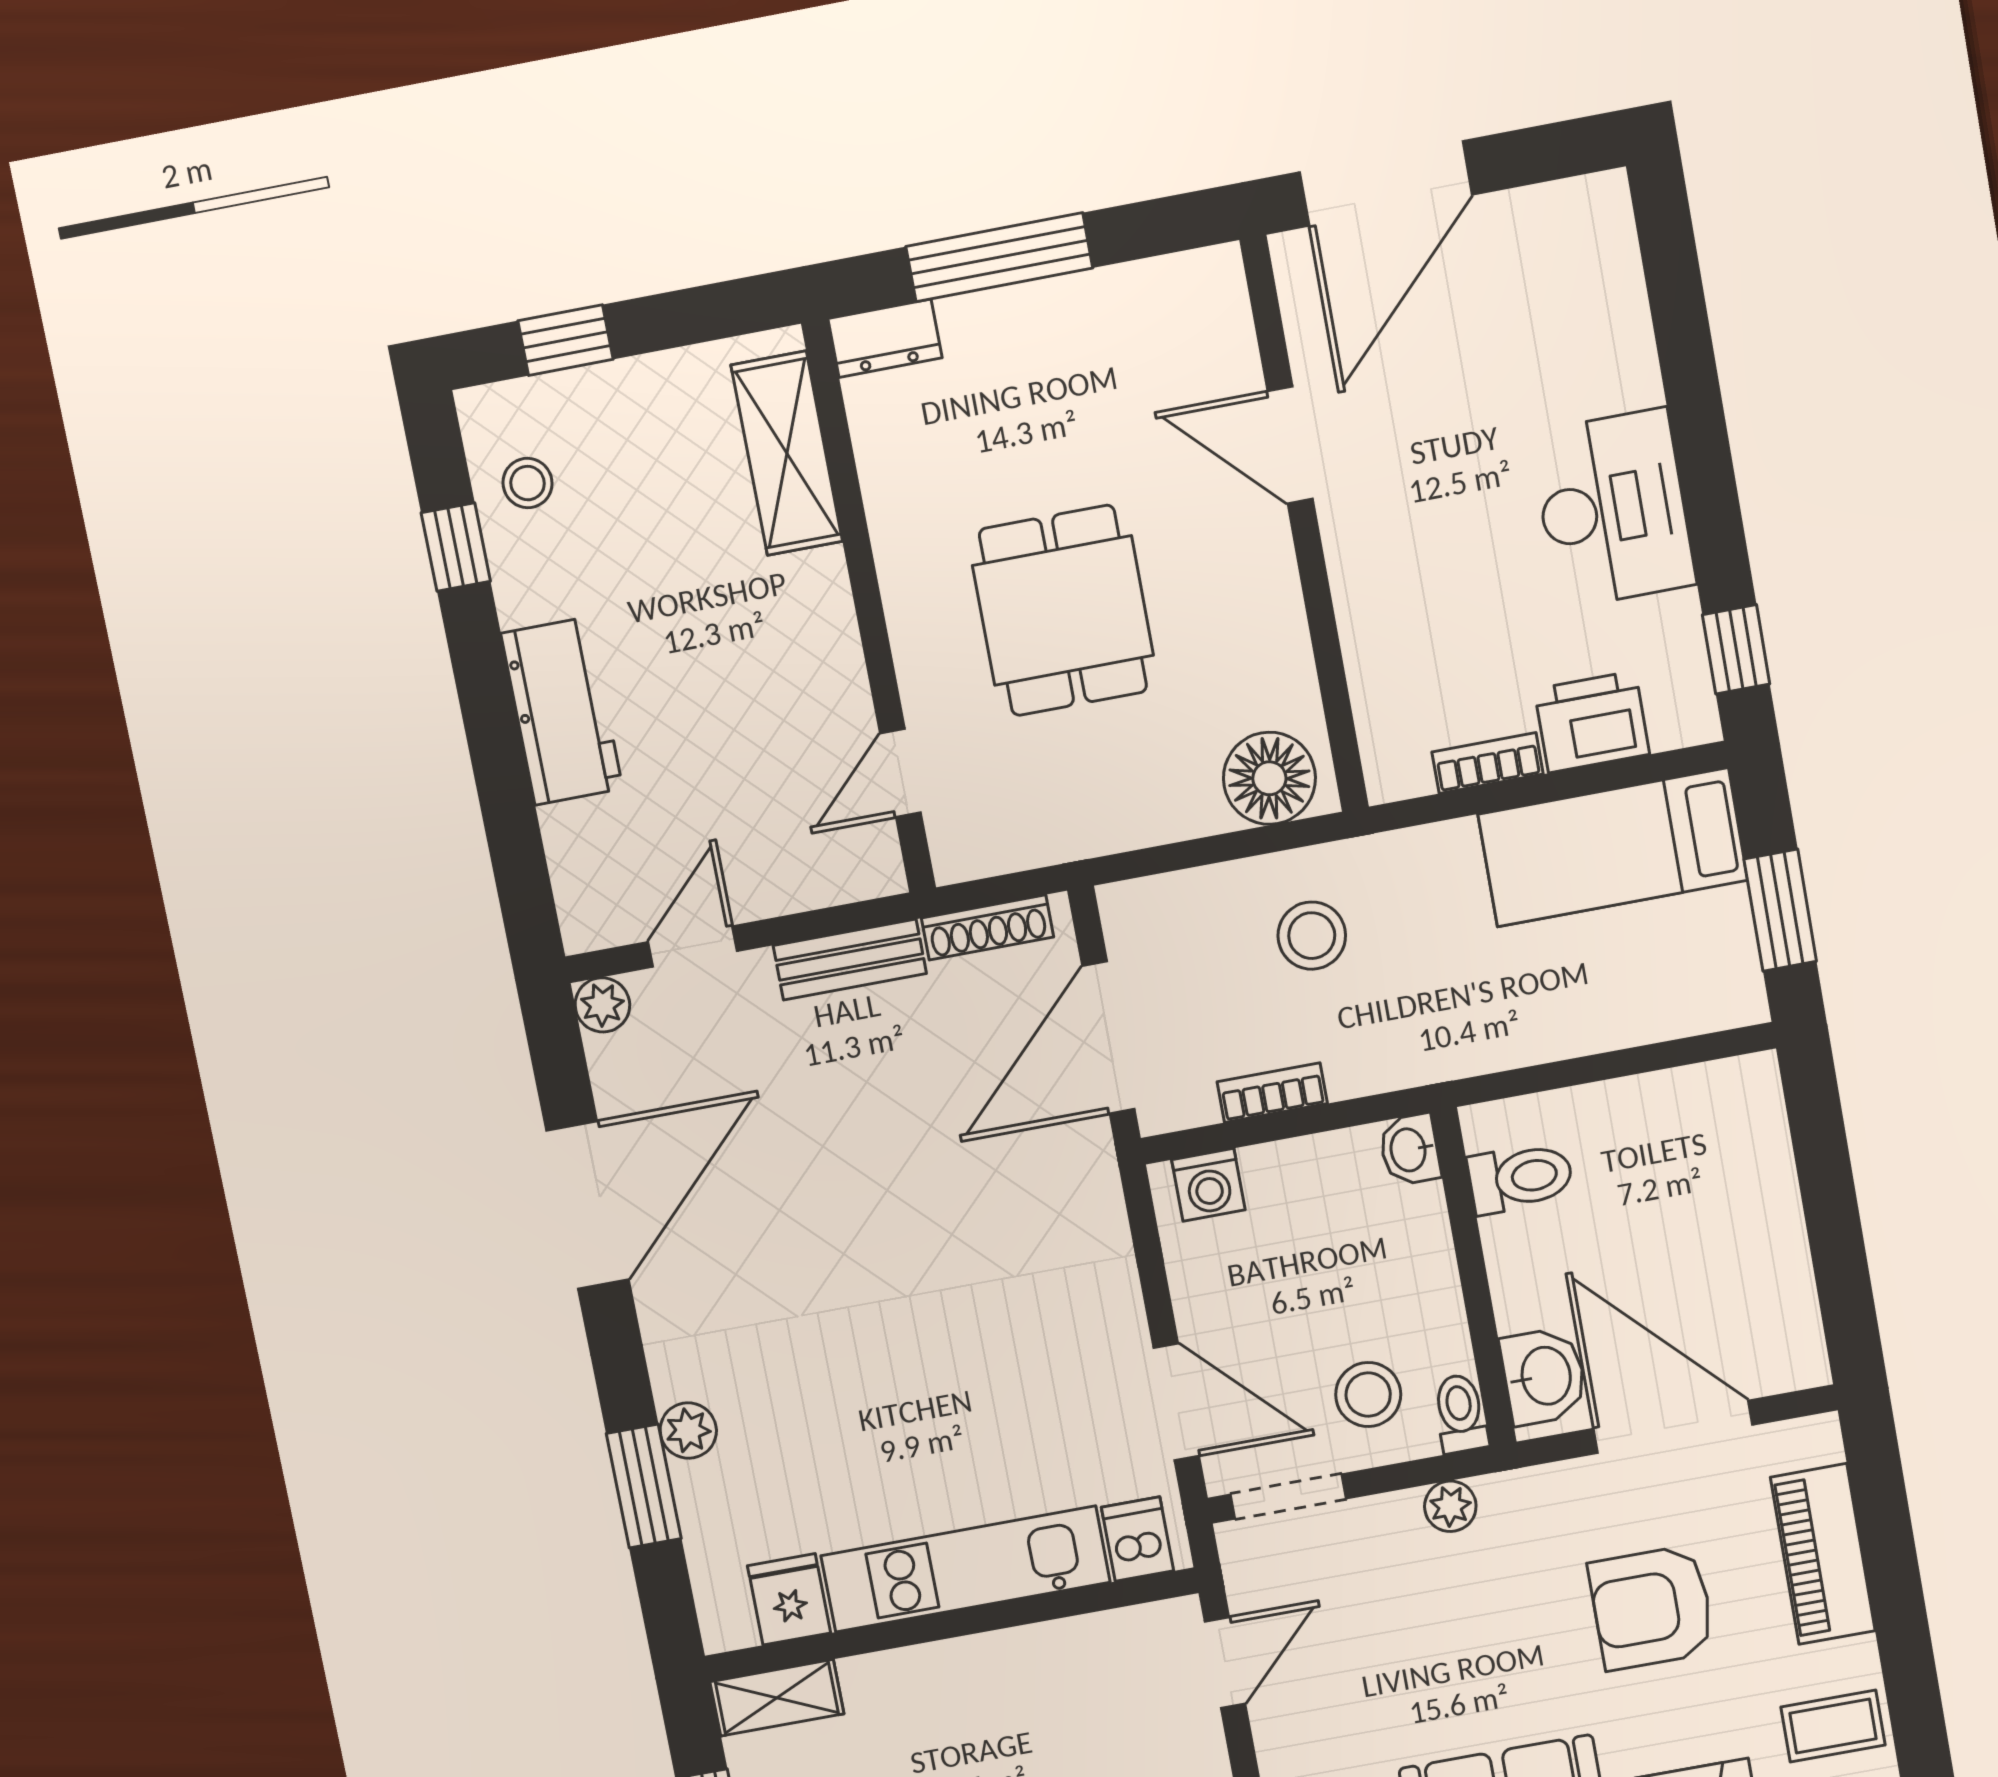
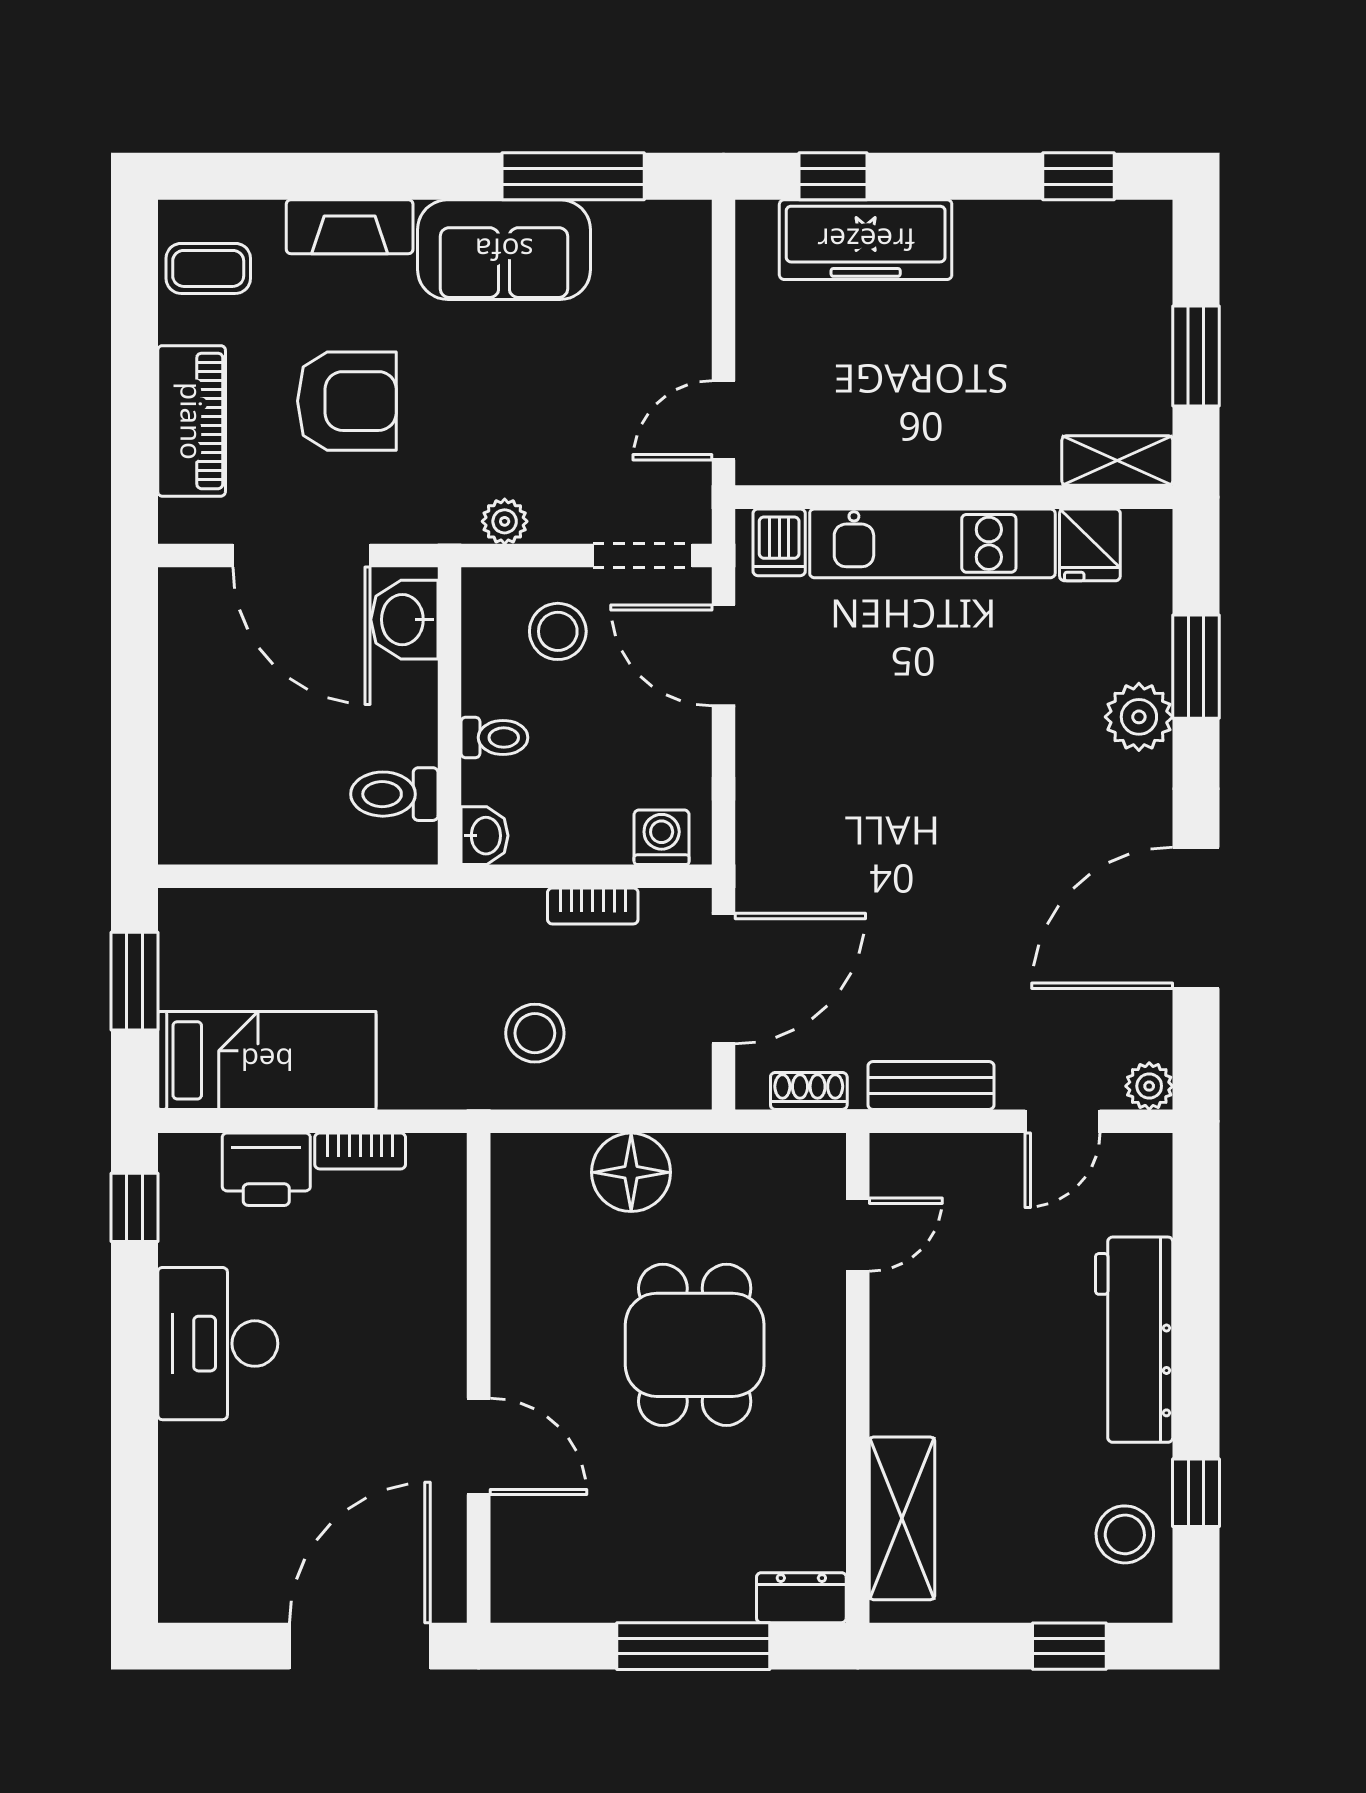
stool: (528, 483) -> (1125, 1534), width x1.37, depth x1.37
workbench: (562, 711) -> (1134, 1340), width x1.38
floor lamp: (1269, 778) -> (631, 1172), moved
shoe rack: (987, 927) -> (809, 1091), width x0.70
toilet: (1460, 1413) -> (494, 738), moved, turned -90
plant: (688, 1431) -> (1139, 717), width x1.38, depth x1.38

